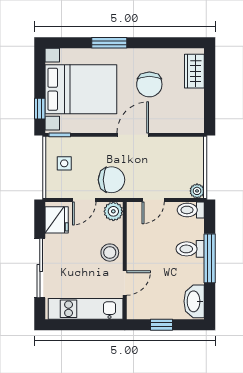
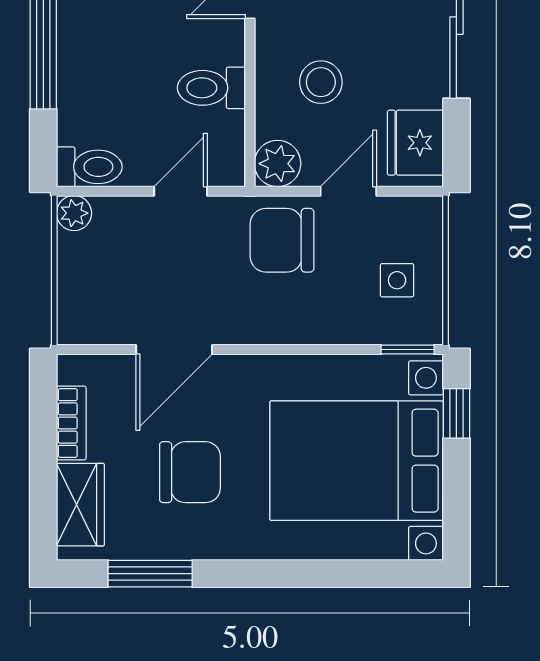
window: (109, 43) -> (150, 574), moved
chair: (149, 84) -> (190, 472), turned 90
bookcase: (198, 105) -> (71, 423), added
door: (133, 135) -> (174, 349), moved
toilet: (190, 249) -> (211, 88), moved, turned 180
stool: (110, 253) -> (321, 82), moved

